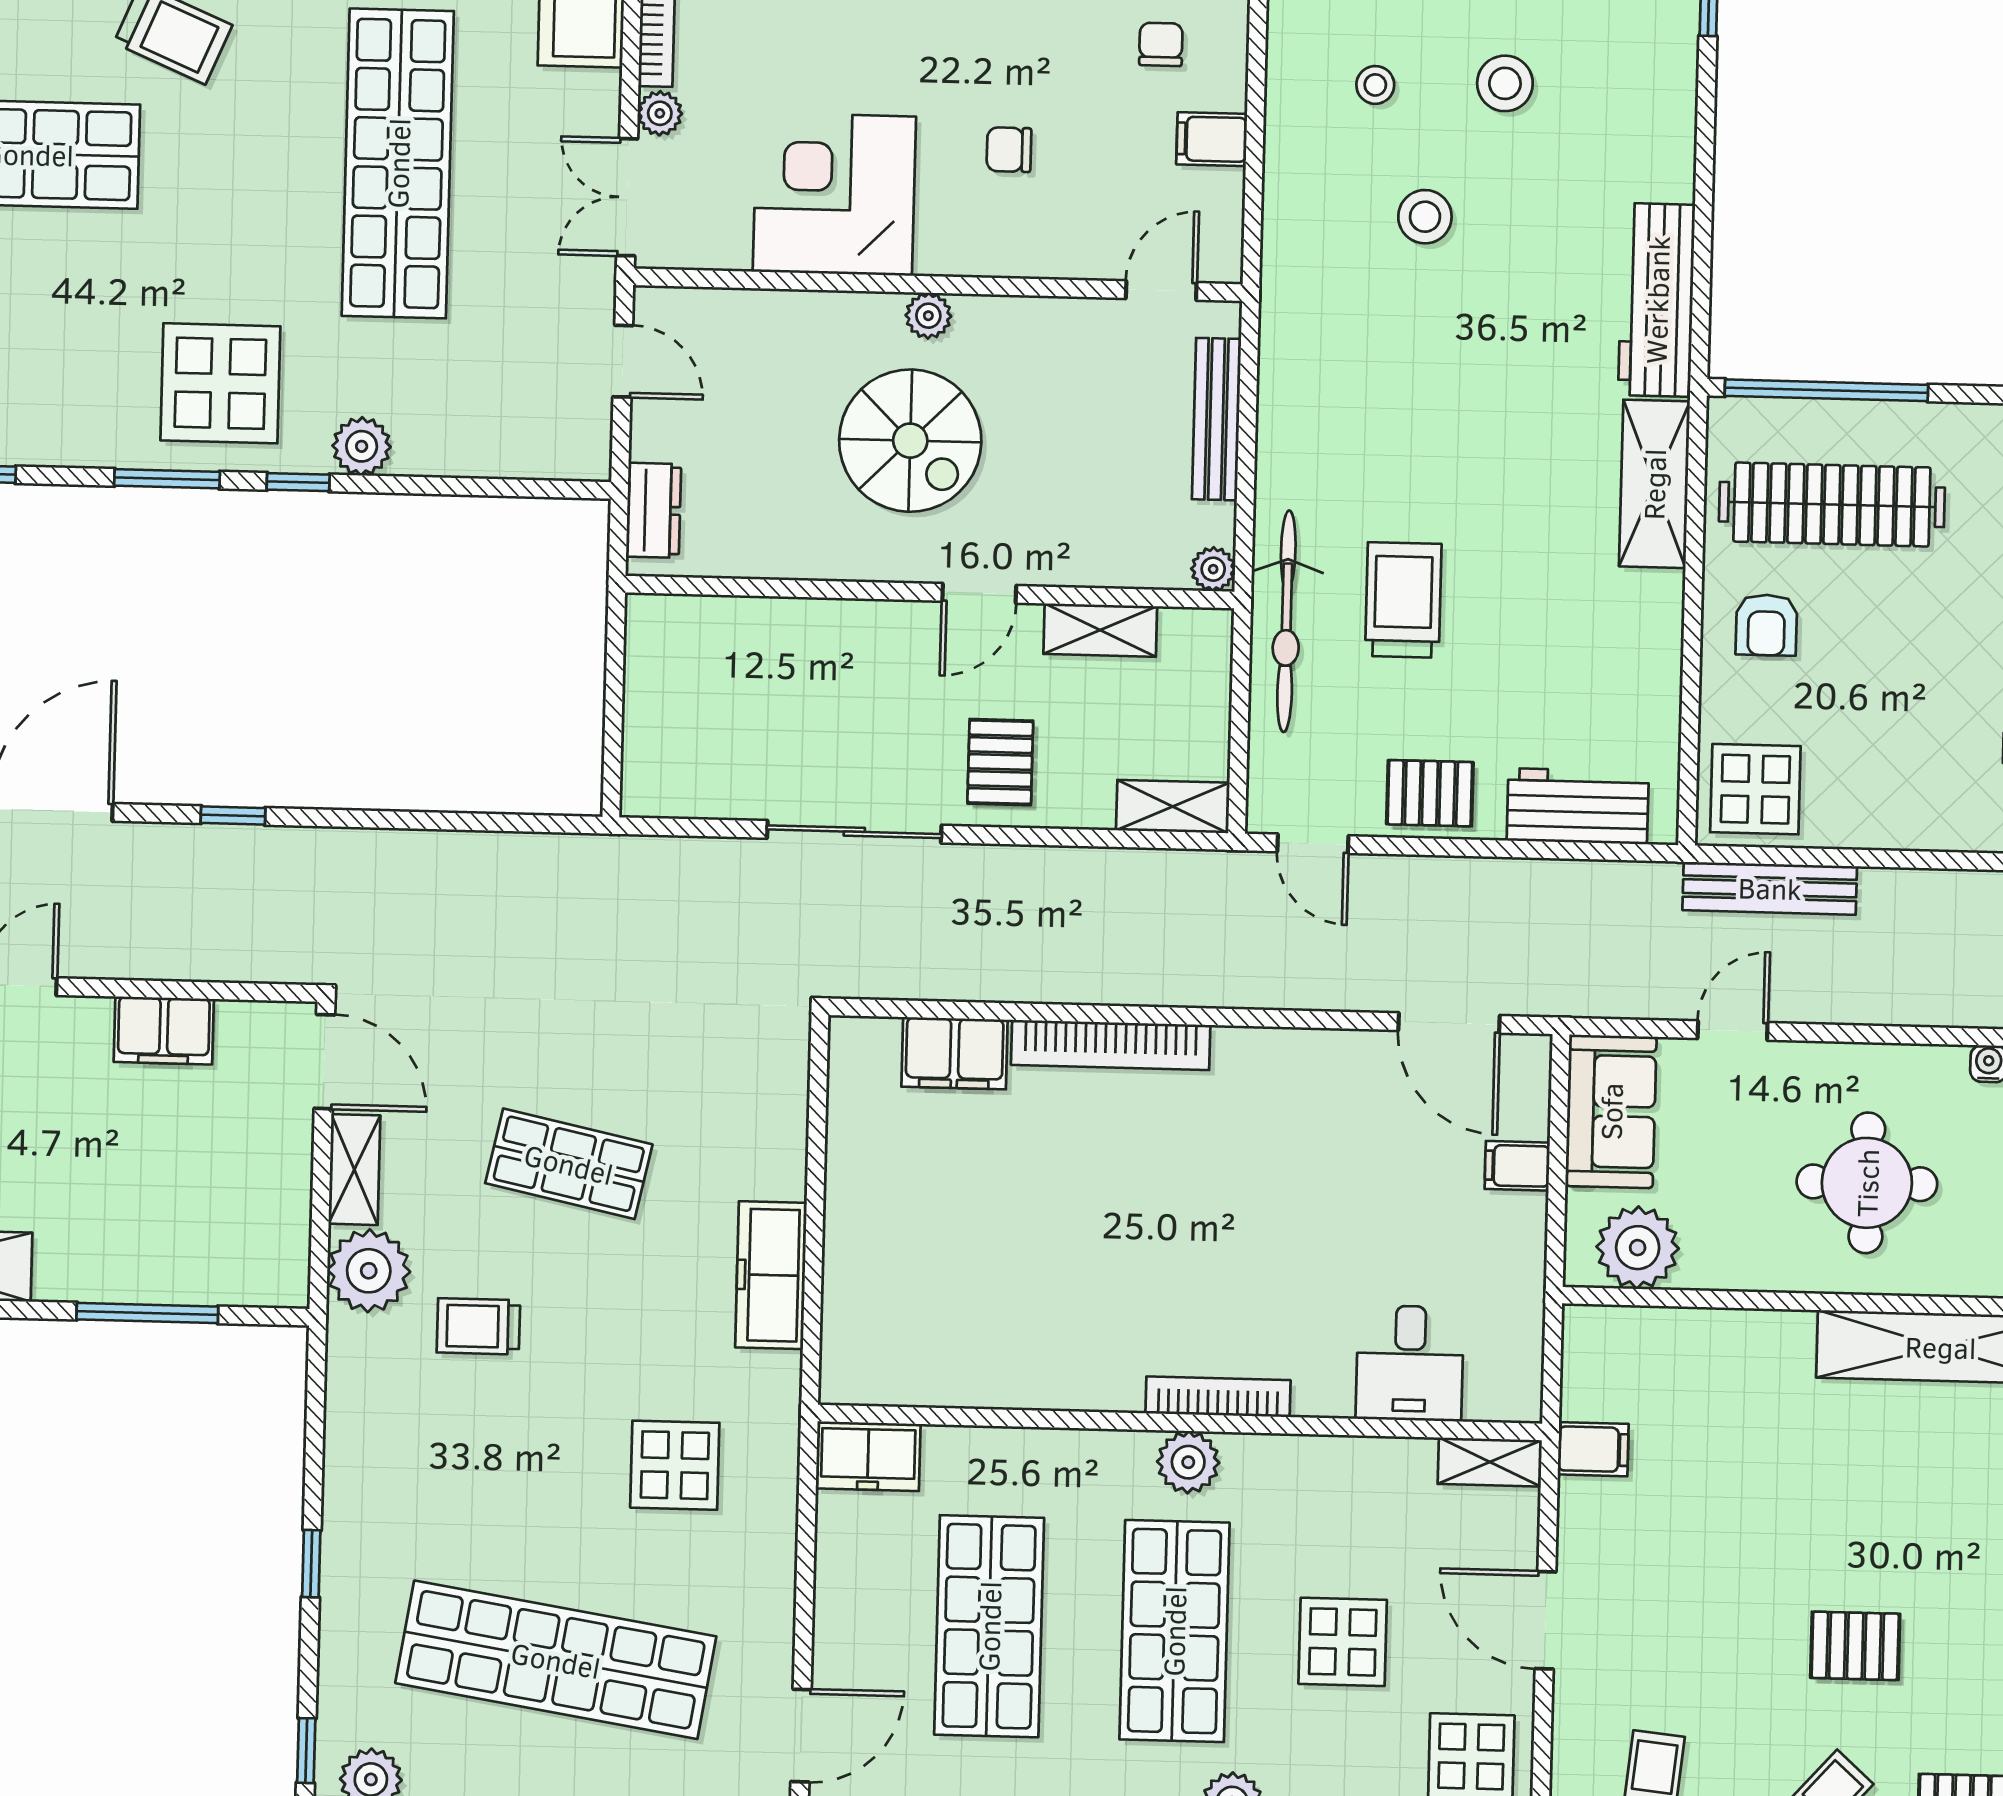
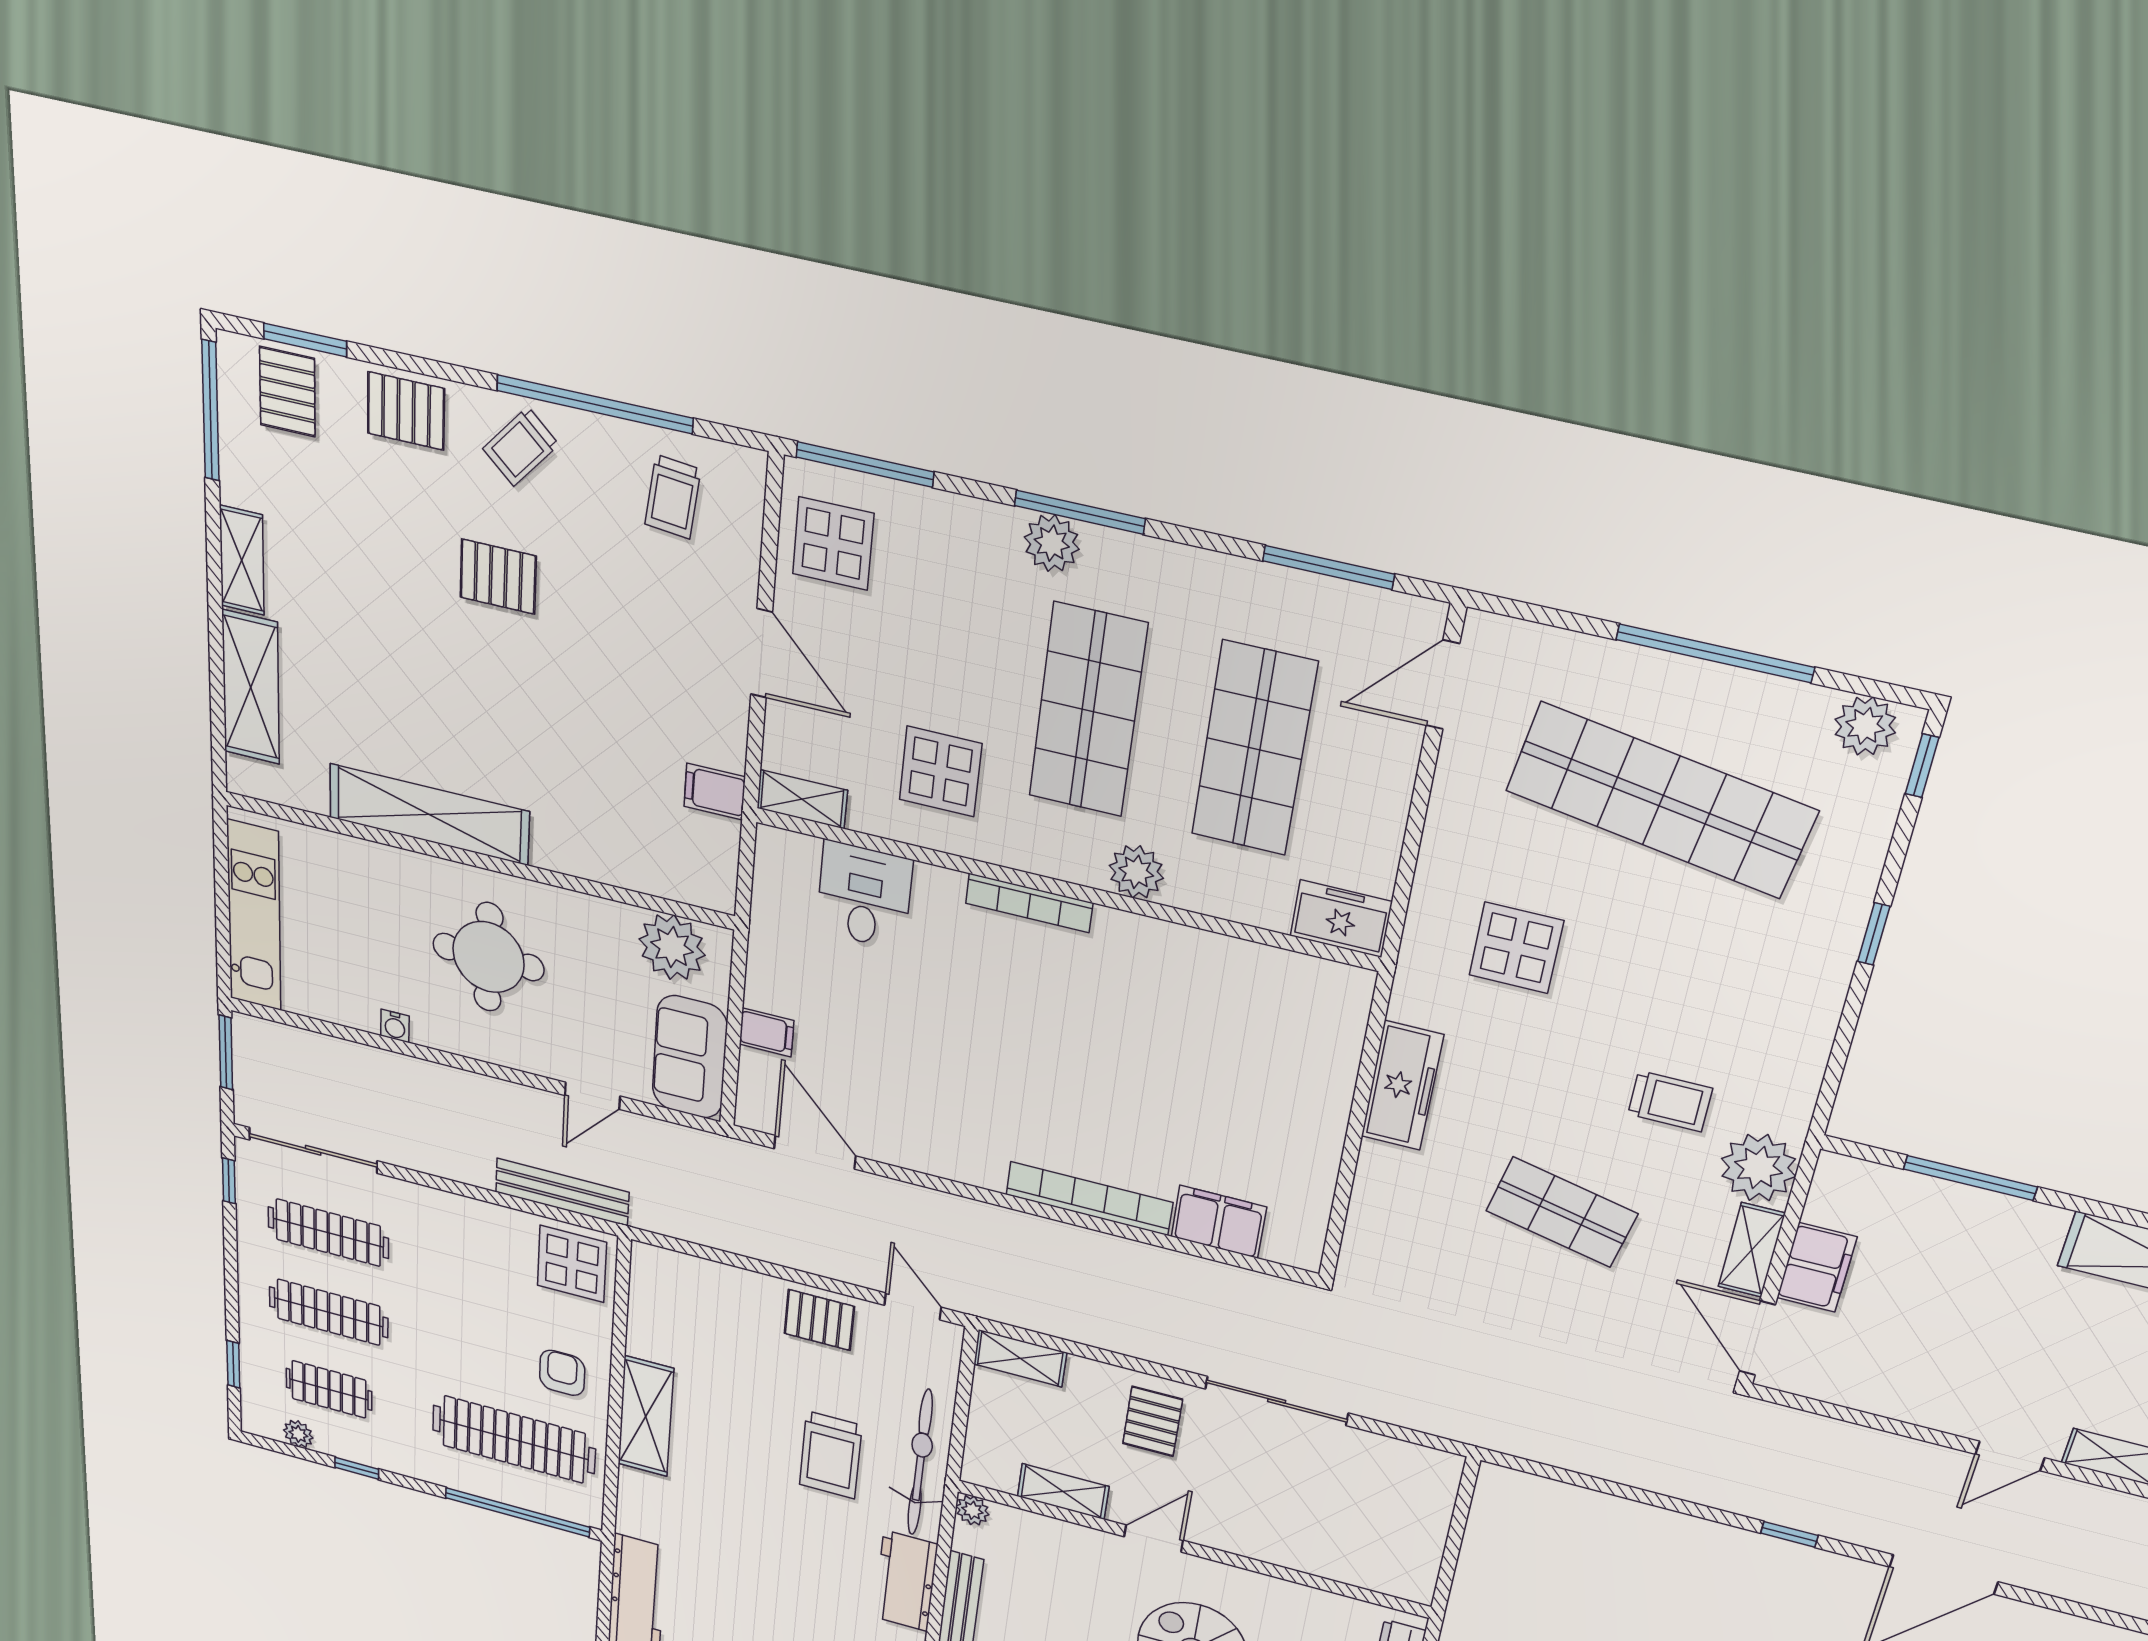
shelving: (1654, 484) -> (646, 1416), moved
workbench: (1578, 806) -> (906, 1581), moved, turned 90
filing cabinet: (164, 1030) -> (1817, 1267), moved, turned 90
plant: (1188, 1462) -> (1136, 872), moved
display table: (1343, 1642) -> (941, 772), moved

